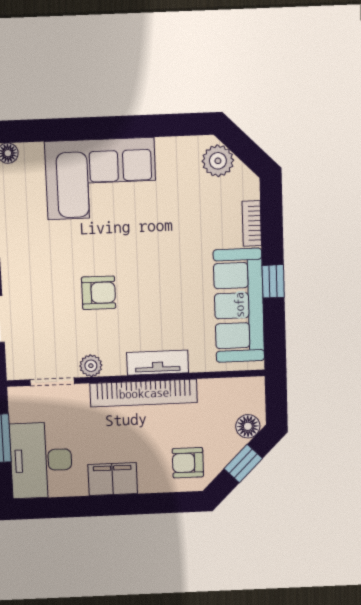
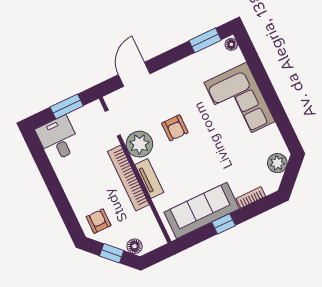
plant: (91, 366) -> (139, 144), width x1.87, depth x1.87
desk: (41, 460) -> (58, 139), width x0.73
filing cabinet: (113, 479) -> (71, 182), removed

